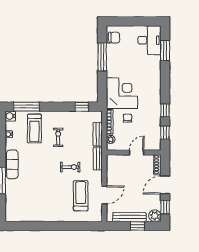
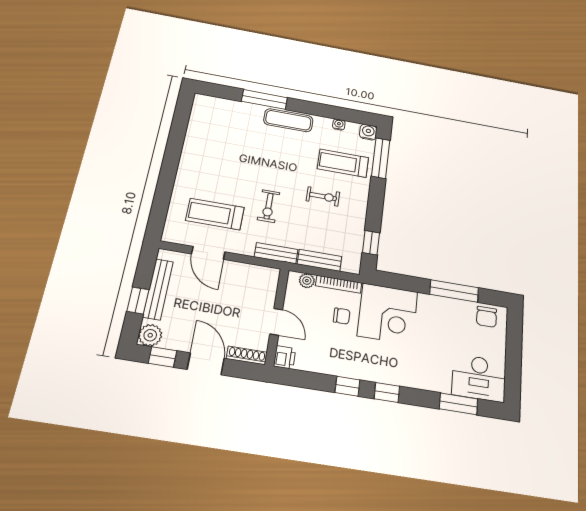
window: (165, 133) -> (387, 393), moved
printer: (155, 145) -> (285, 357), added
treadmill: (81, 196) -> (215, 214), turned 180

